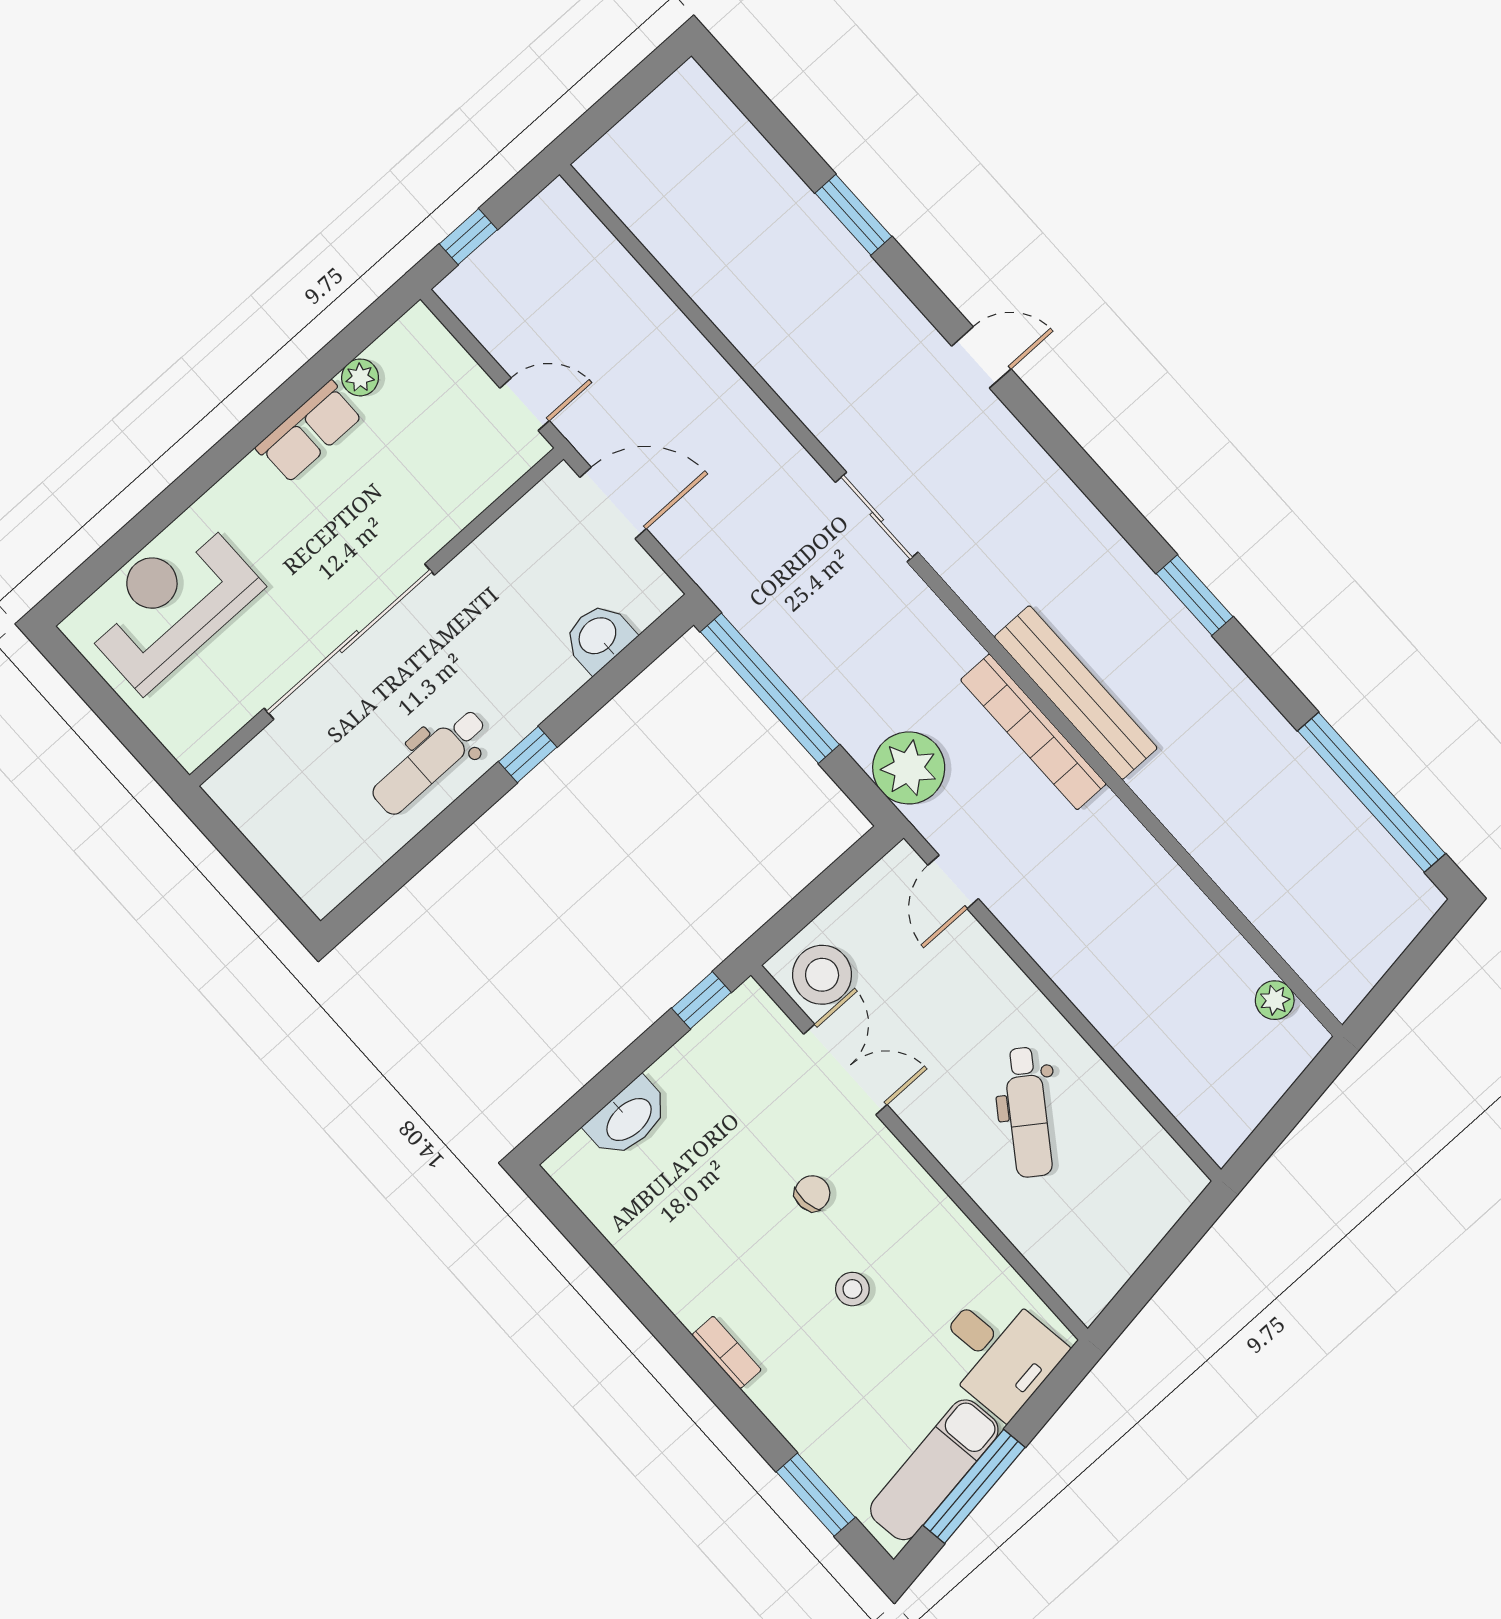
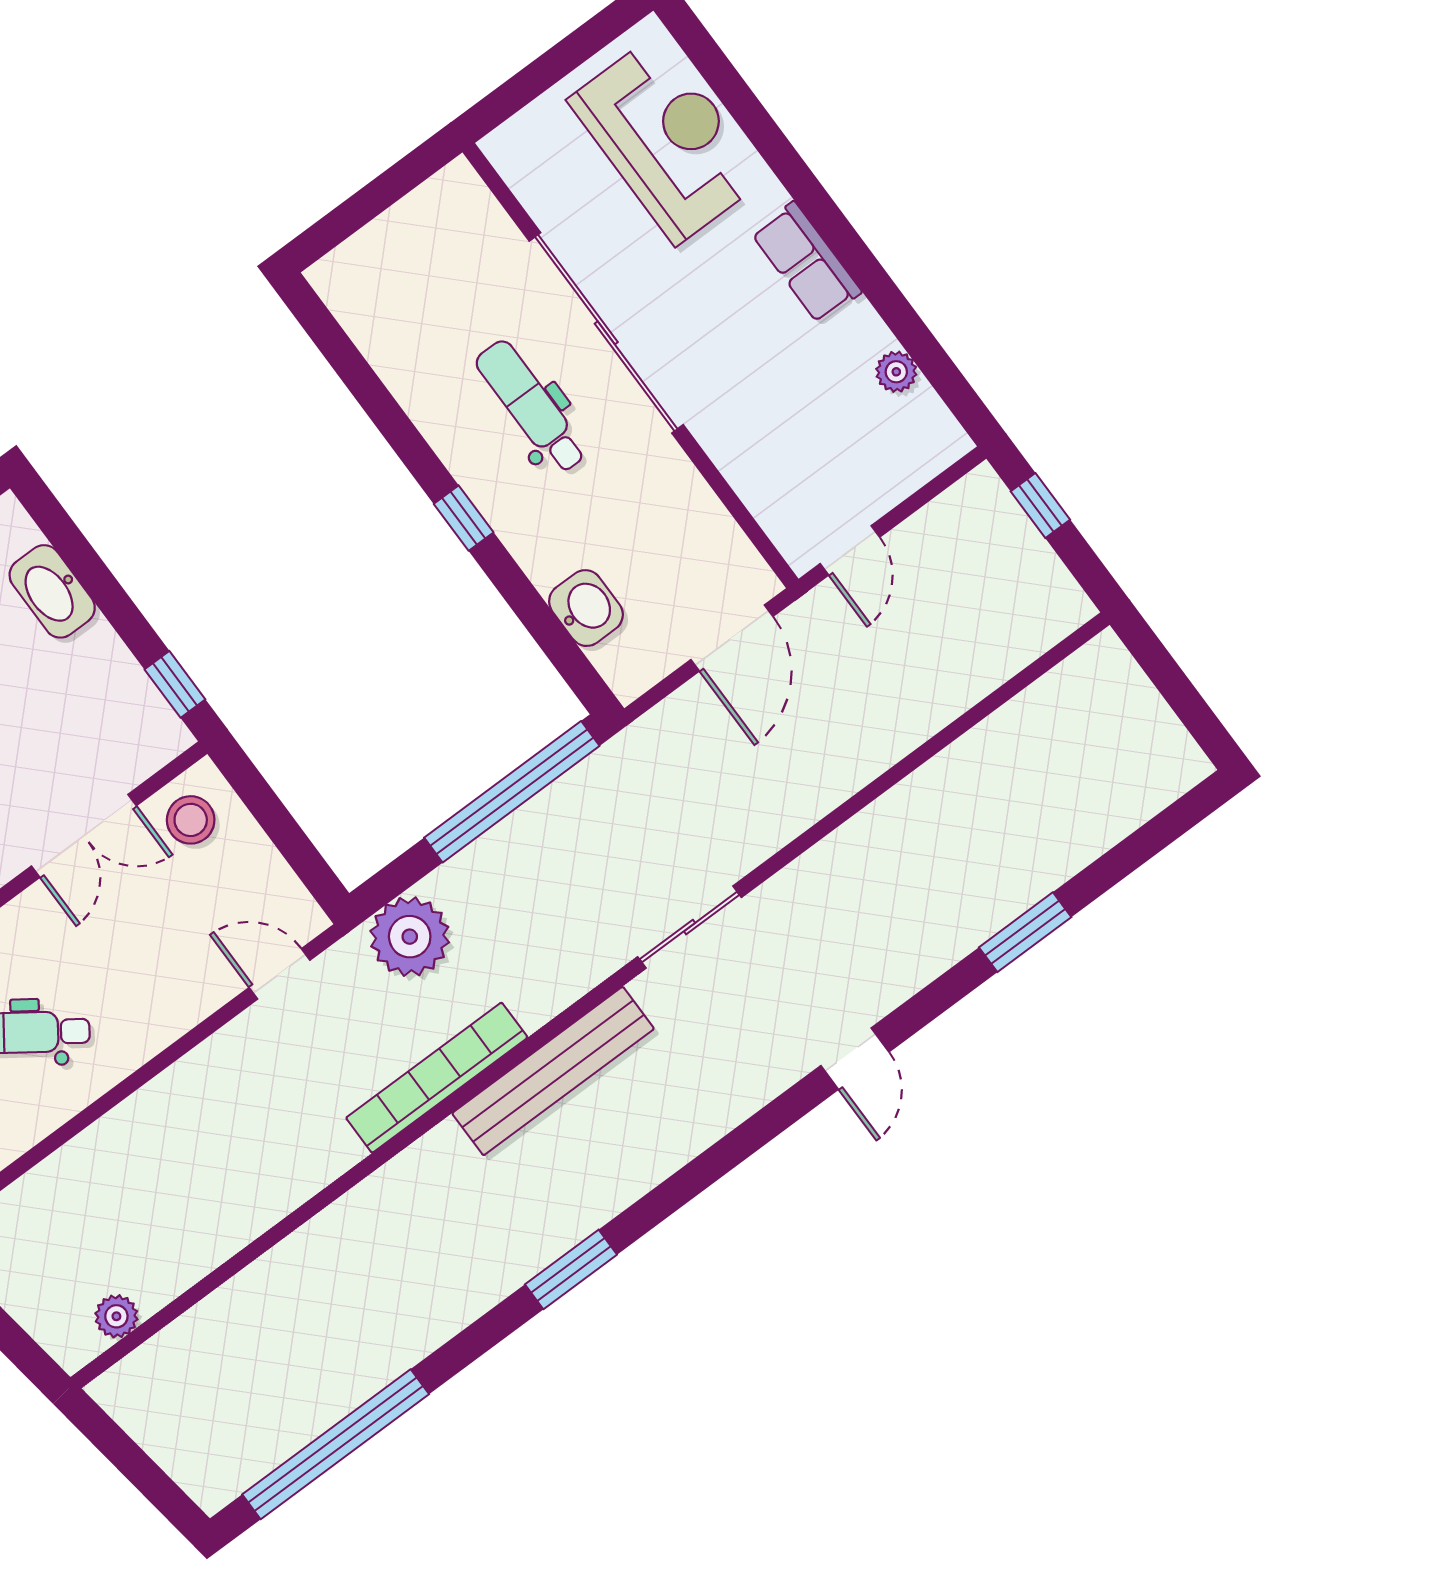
row of seats: (309, 432) -> (806, 262), moved
bench: (1076, 693) -> (553, 1071), moved
dental chair: (429, 762) -> (531, 407), moved
stool: (822, 975) -> (191, 820), width x0.73, depth x0.73

